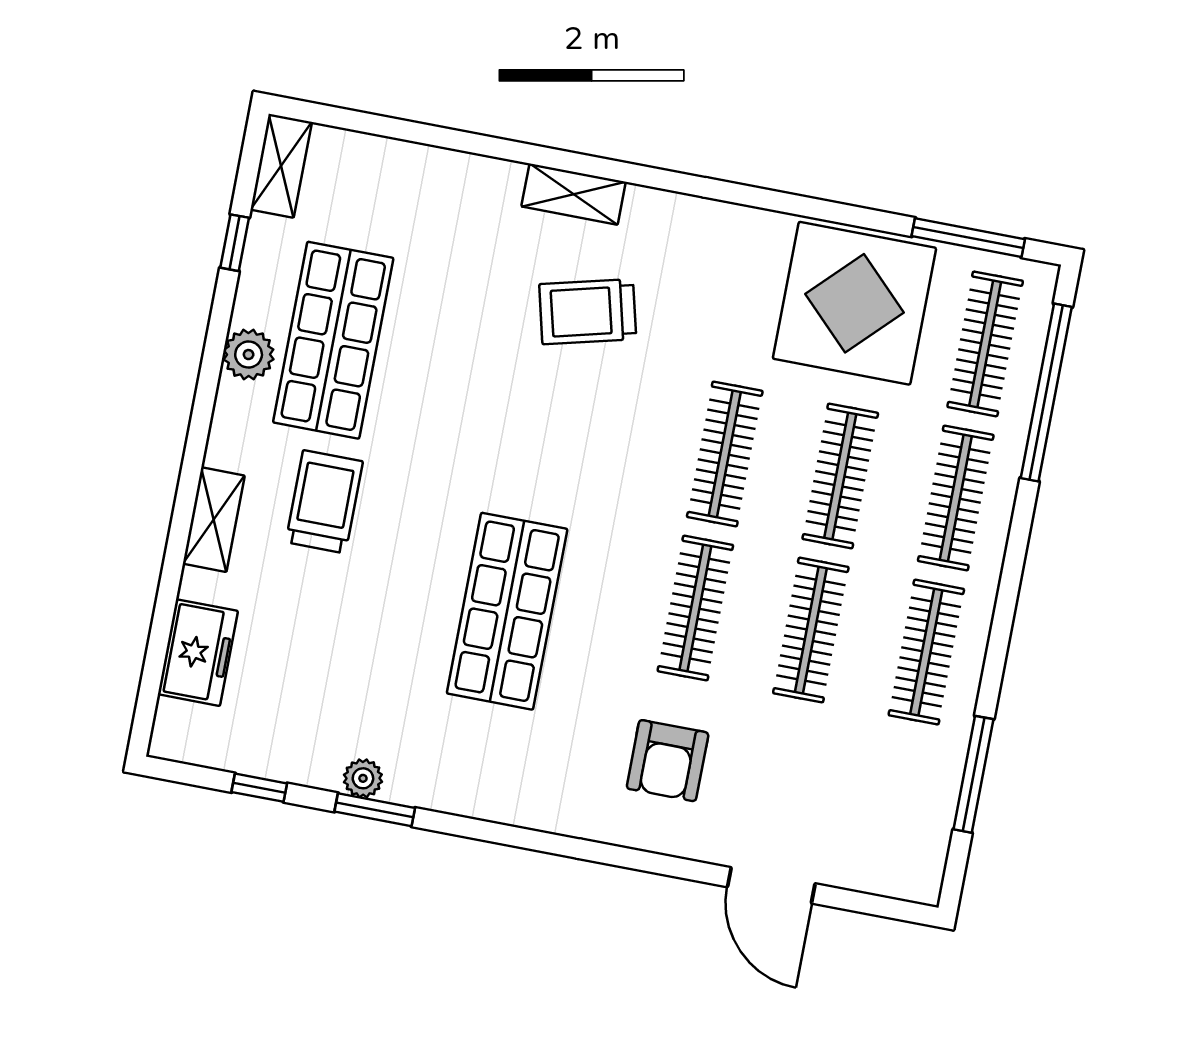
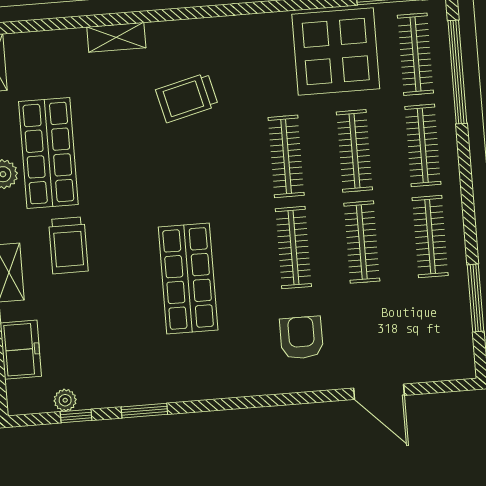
shelving: (574, 194) -> (116, 37), moved
trolley: (324, 502) -> (68, 245), turned 180
armchair: (668, 761) -> (301, 338), turned 180
plant: (363, 778) -> (65, 400), moved

